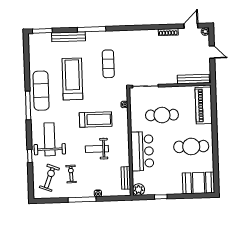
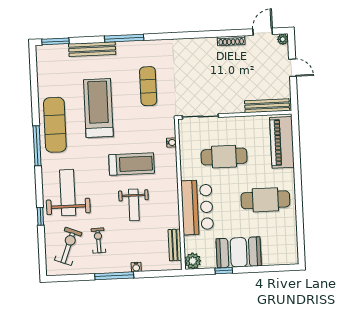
weight bench: (97, 149) -> (134, 205), turned -90
booth: (199, 183) -> (239, 252), moved

